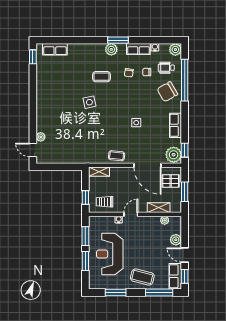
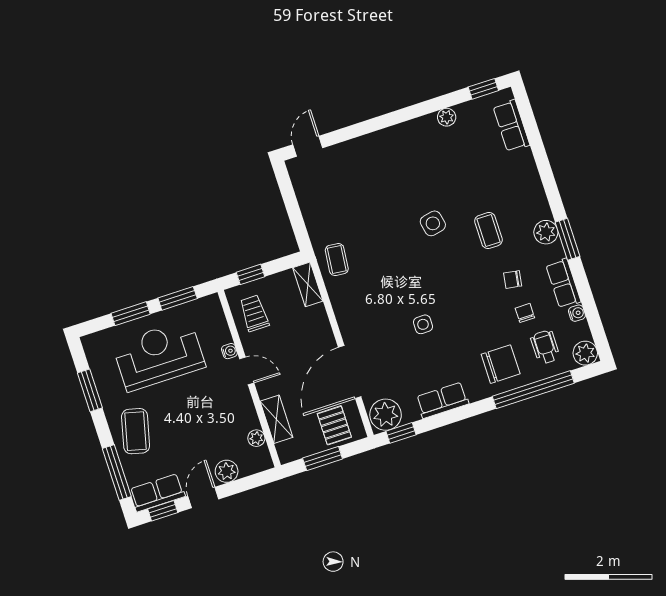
chair: (167, 92) -> (501, 364), turned 120
plant: (41, 137) -> (447, 117), moved
coffee table: (117, 156) -> (337, 260), moved

